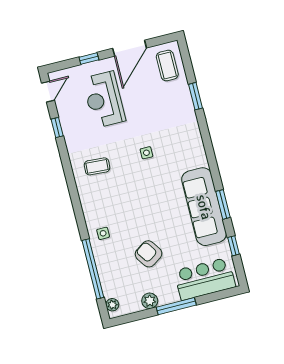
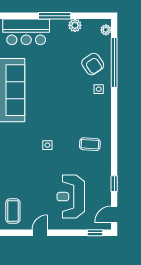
door: (130, 48) -> (40, 233), width x0.53
window: (89, 58) -> (95, 233), moved
reception desk: (104, 100) -> (71, 197), turned 180
armchair: (149, 254) -> (93, 64), moved

